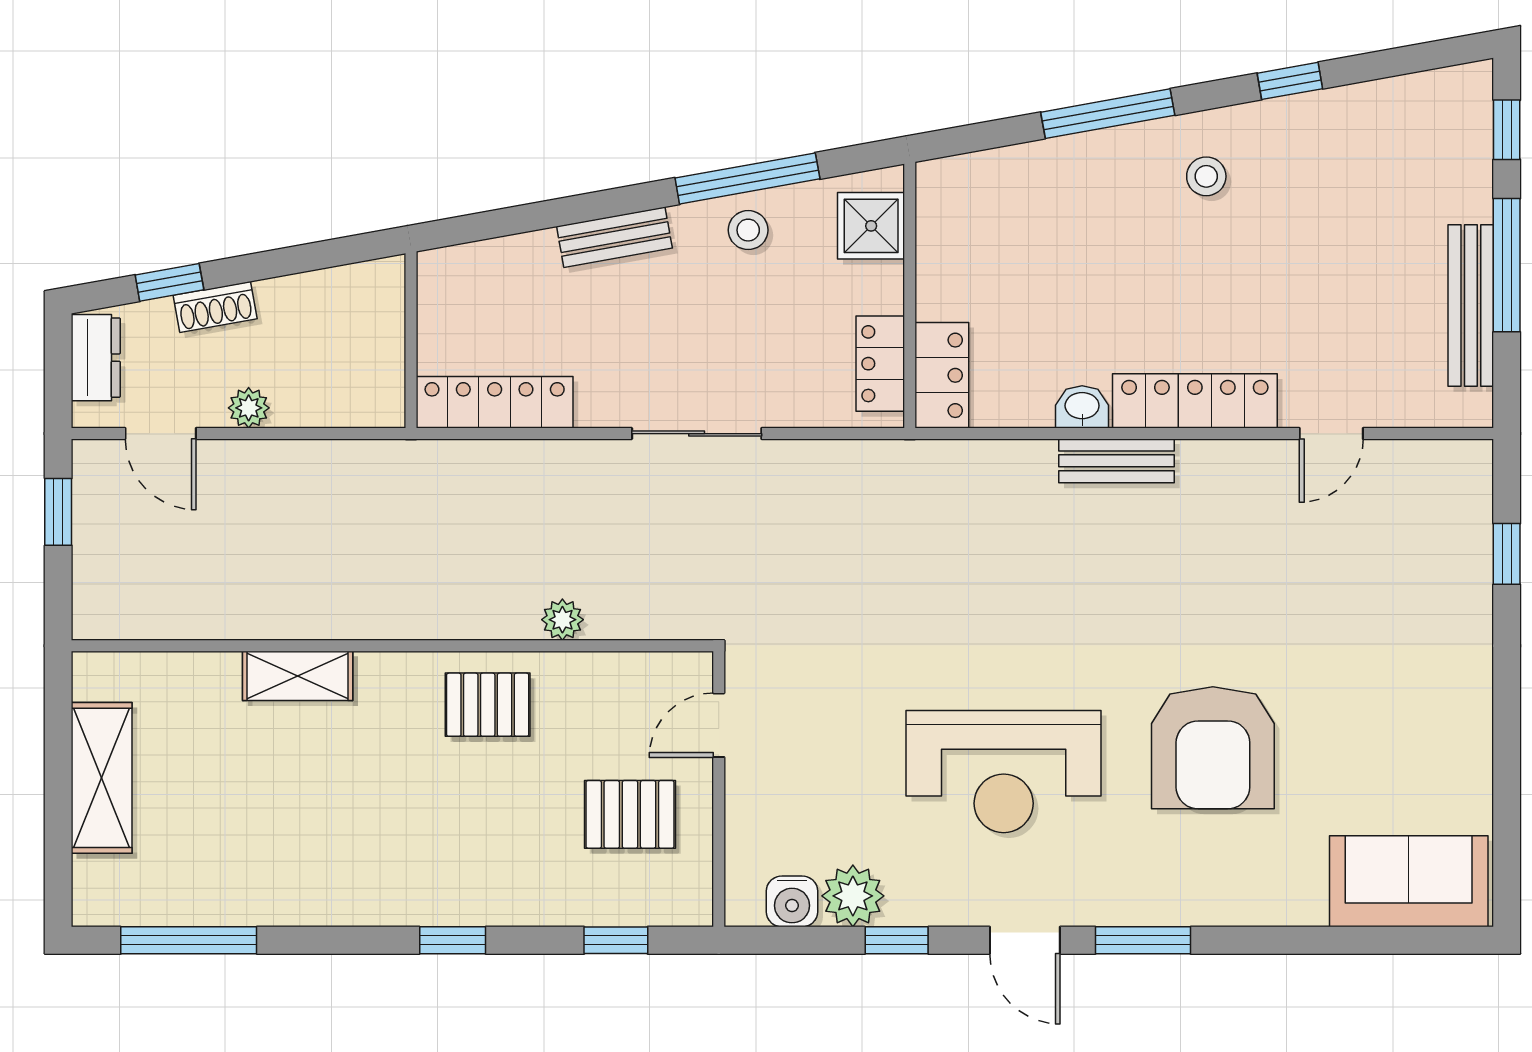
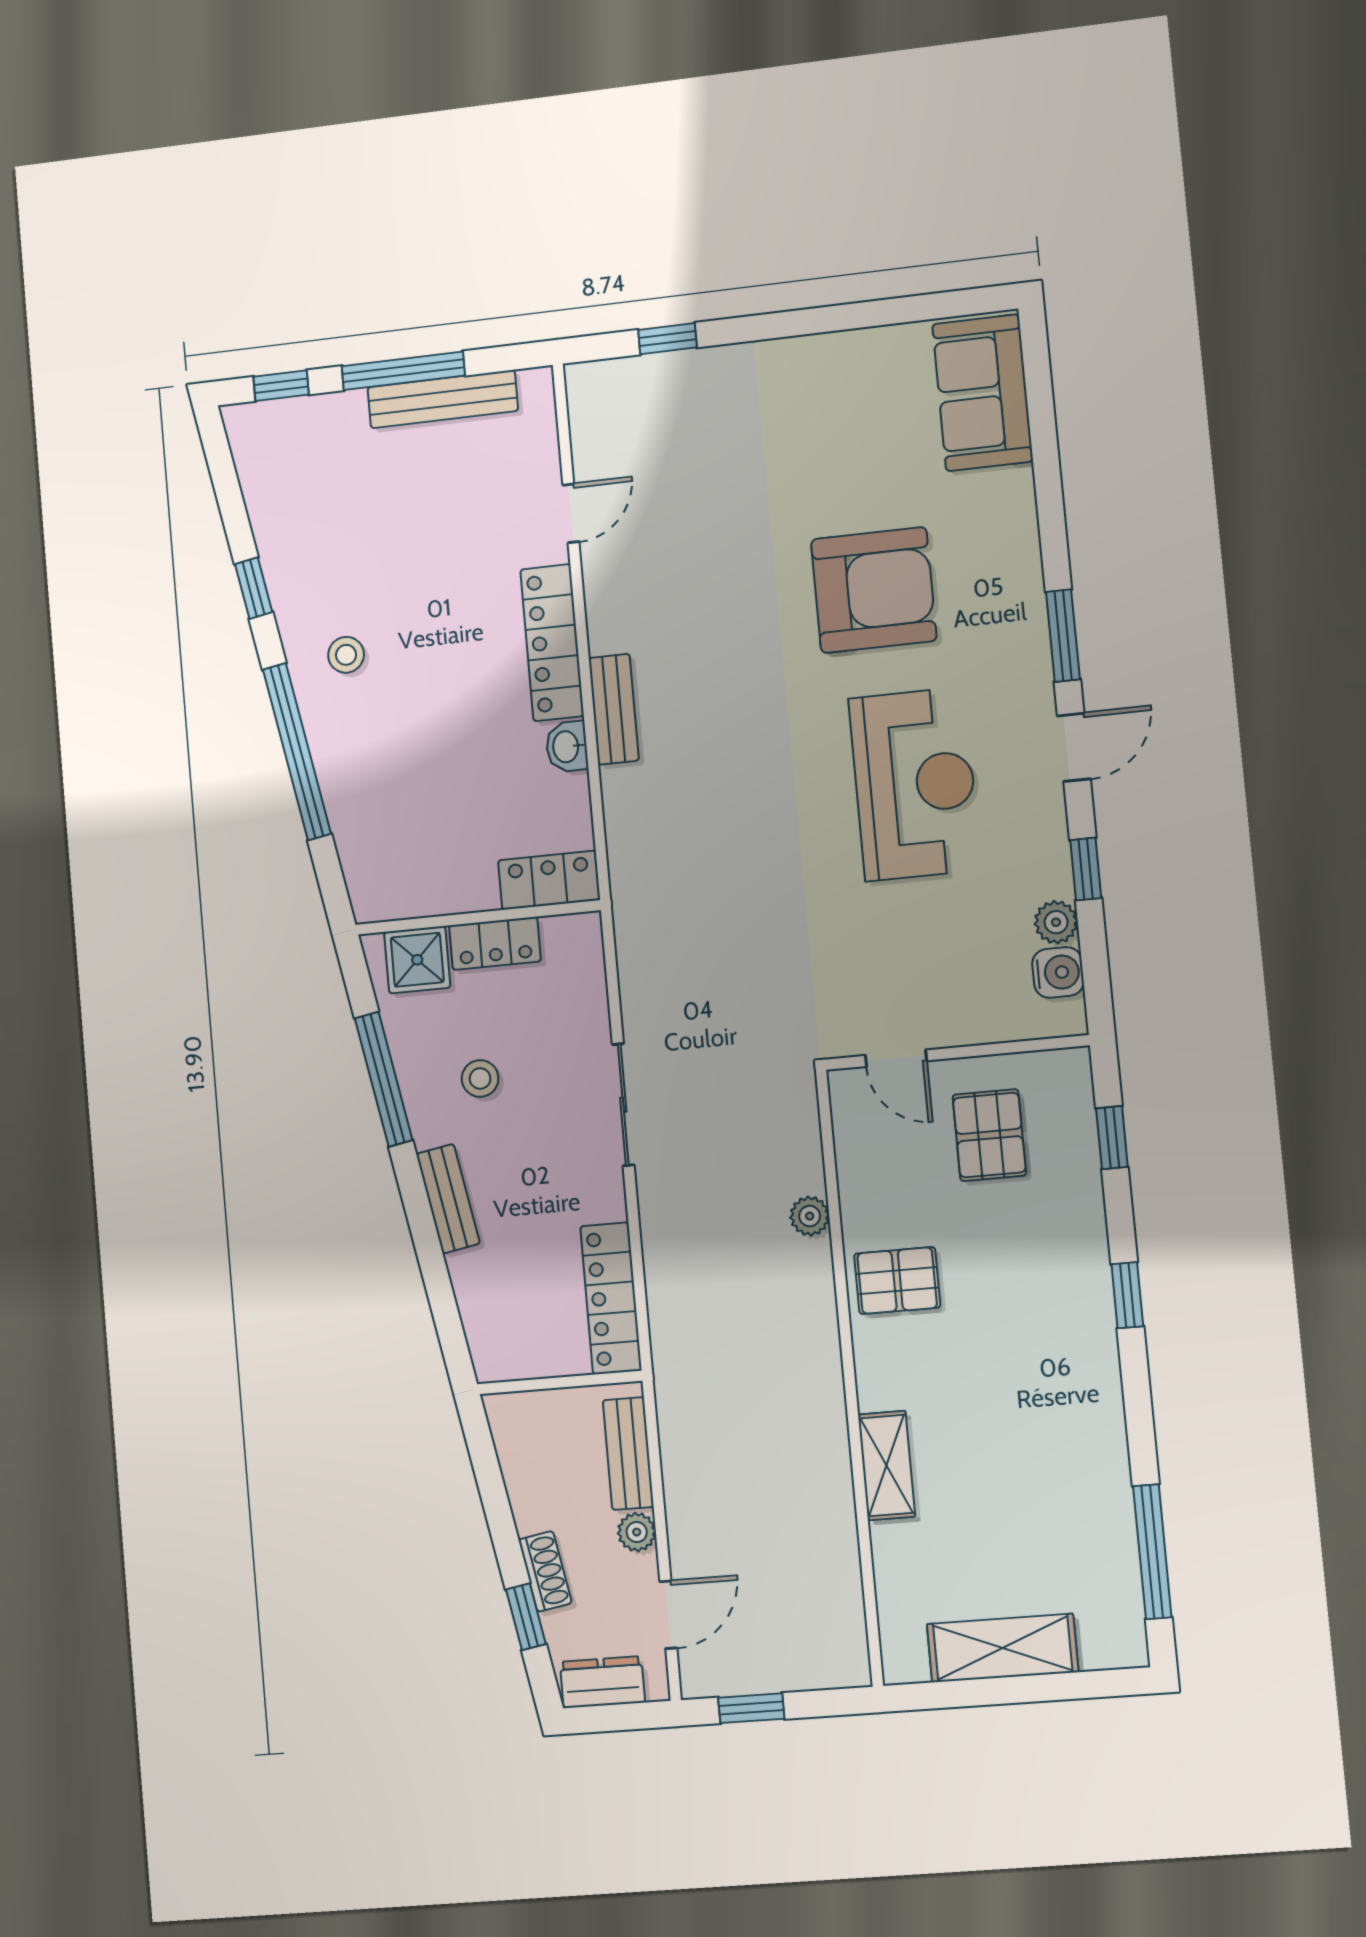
window: (1108, 114) -> (297, 752), width x1.46
stool: (748, 230) -> (480, 1078), moved
locker: (880, 364) -> (495, 943), moved
bench: (331, 406) -> (628, 1453), added
door: (1331, 434) -> (571, 513), hinge flipped
pallet: (488, 705) -> (897, 1281), turned 90
plant: (853, 896) -> (1056, 922), width x0.73, depth x0.73

